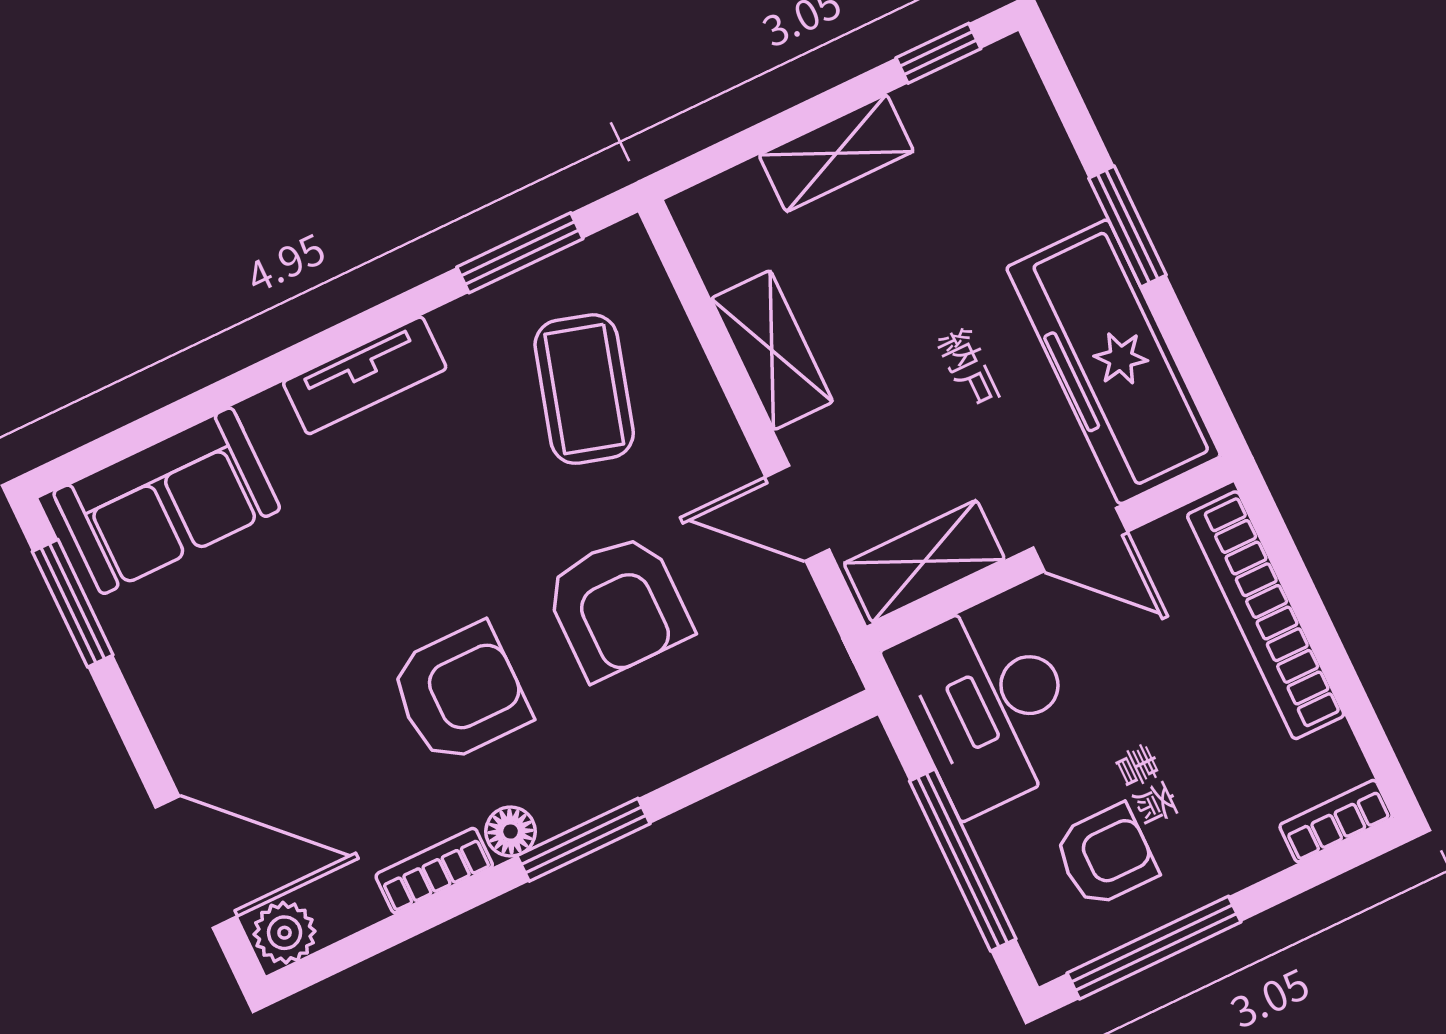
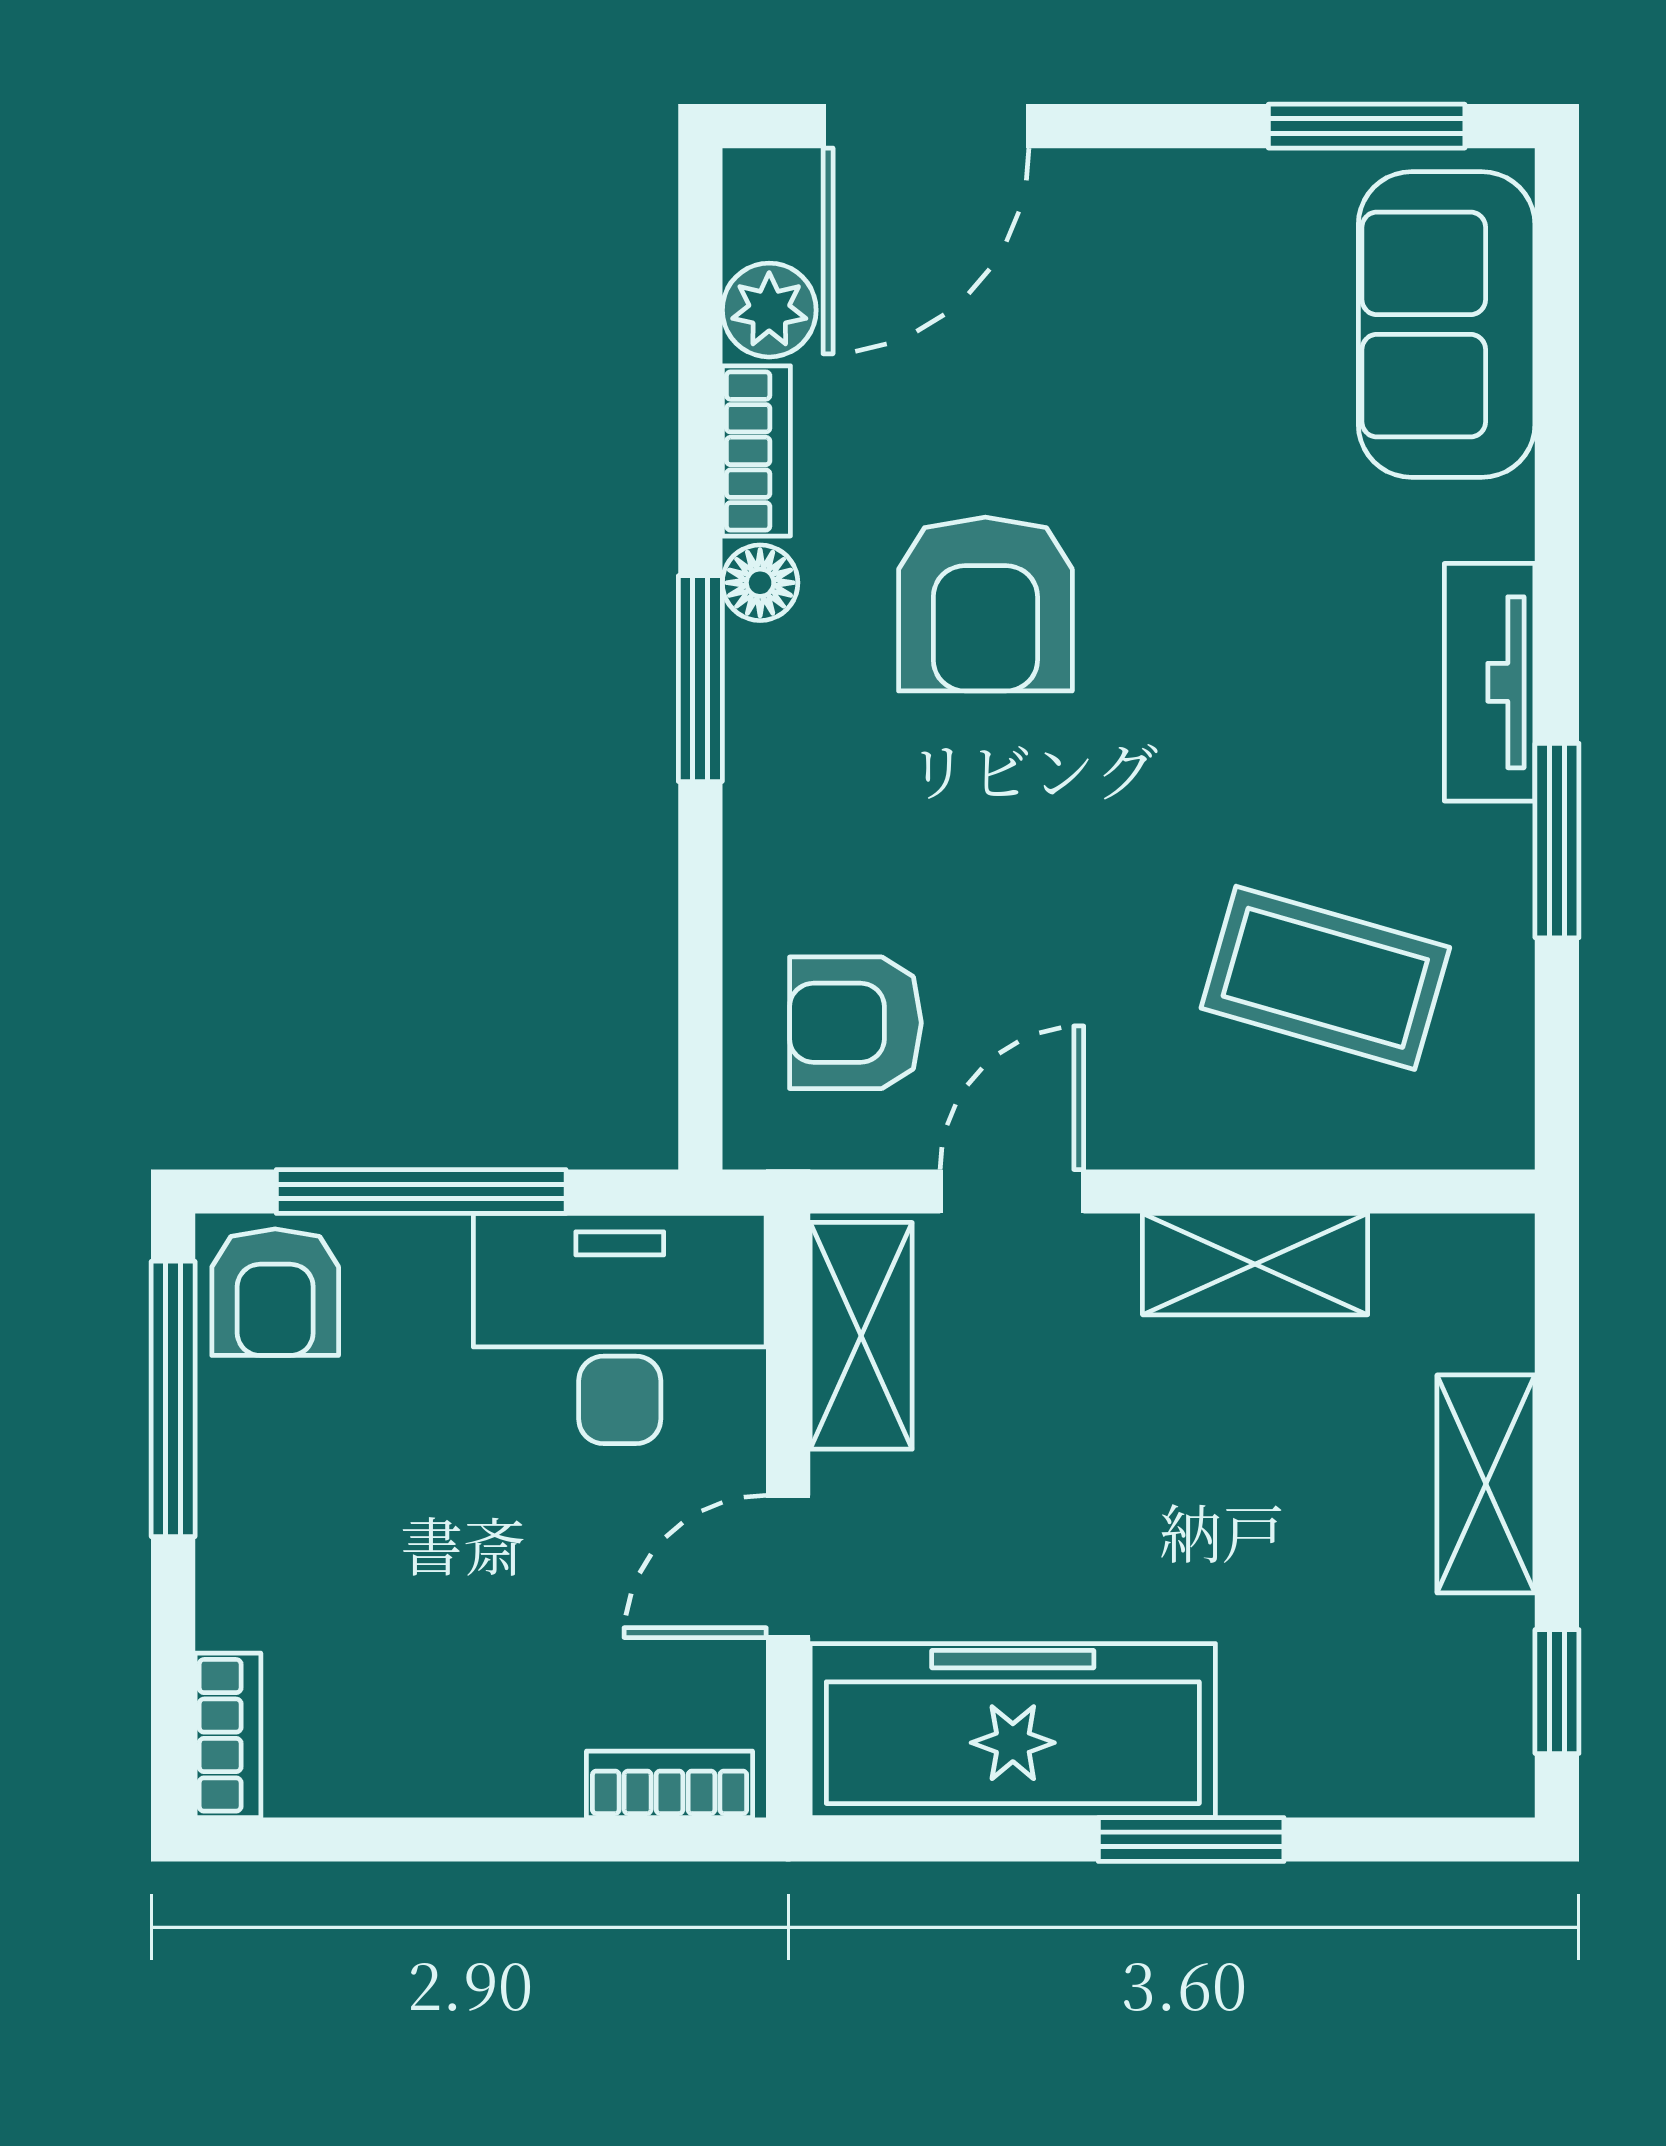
window: (520, 253) -> (1557, 841), moved
armchair: (618, 606) -> (855, 1023), moved, width x0.72, depth x0.72
bookcase: (1266, 615) -> (670, 1784), width x0.43, depth x0.76
armchair: (1106, 856) -> (275, 1292), moved
plant: (285, 933) -> (769, 310), moved

